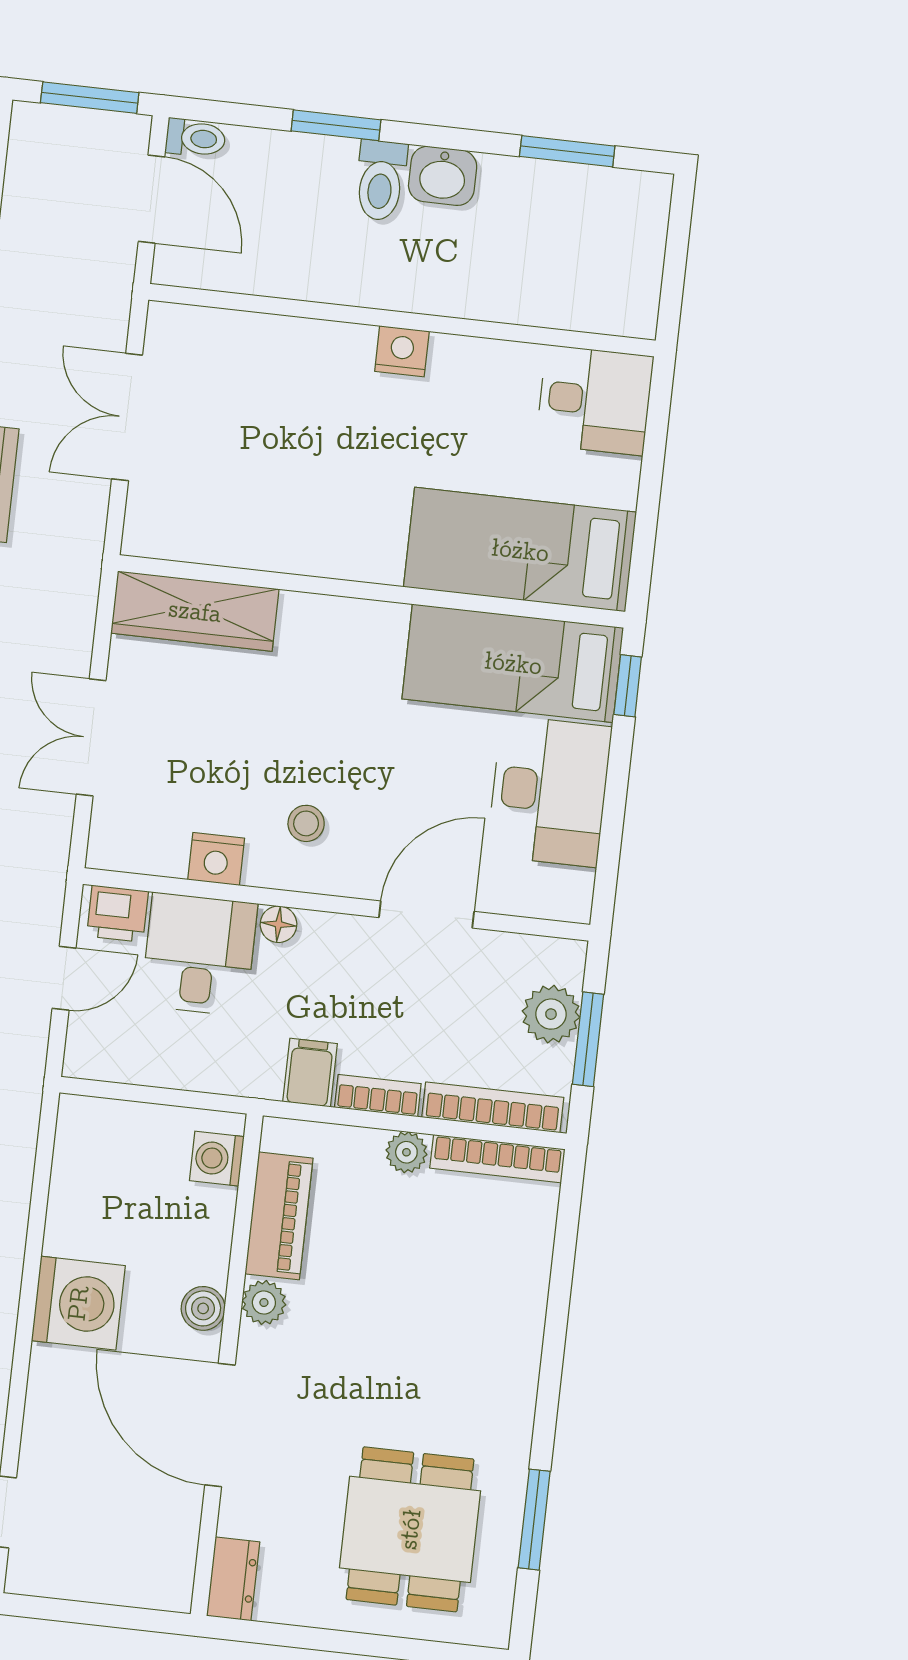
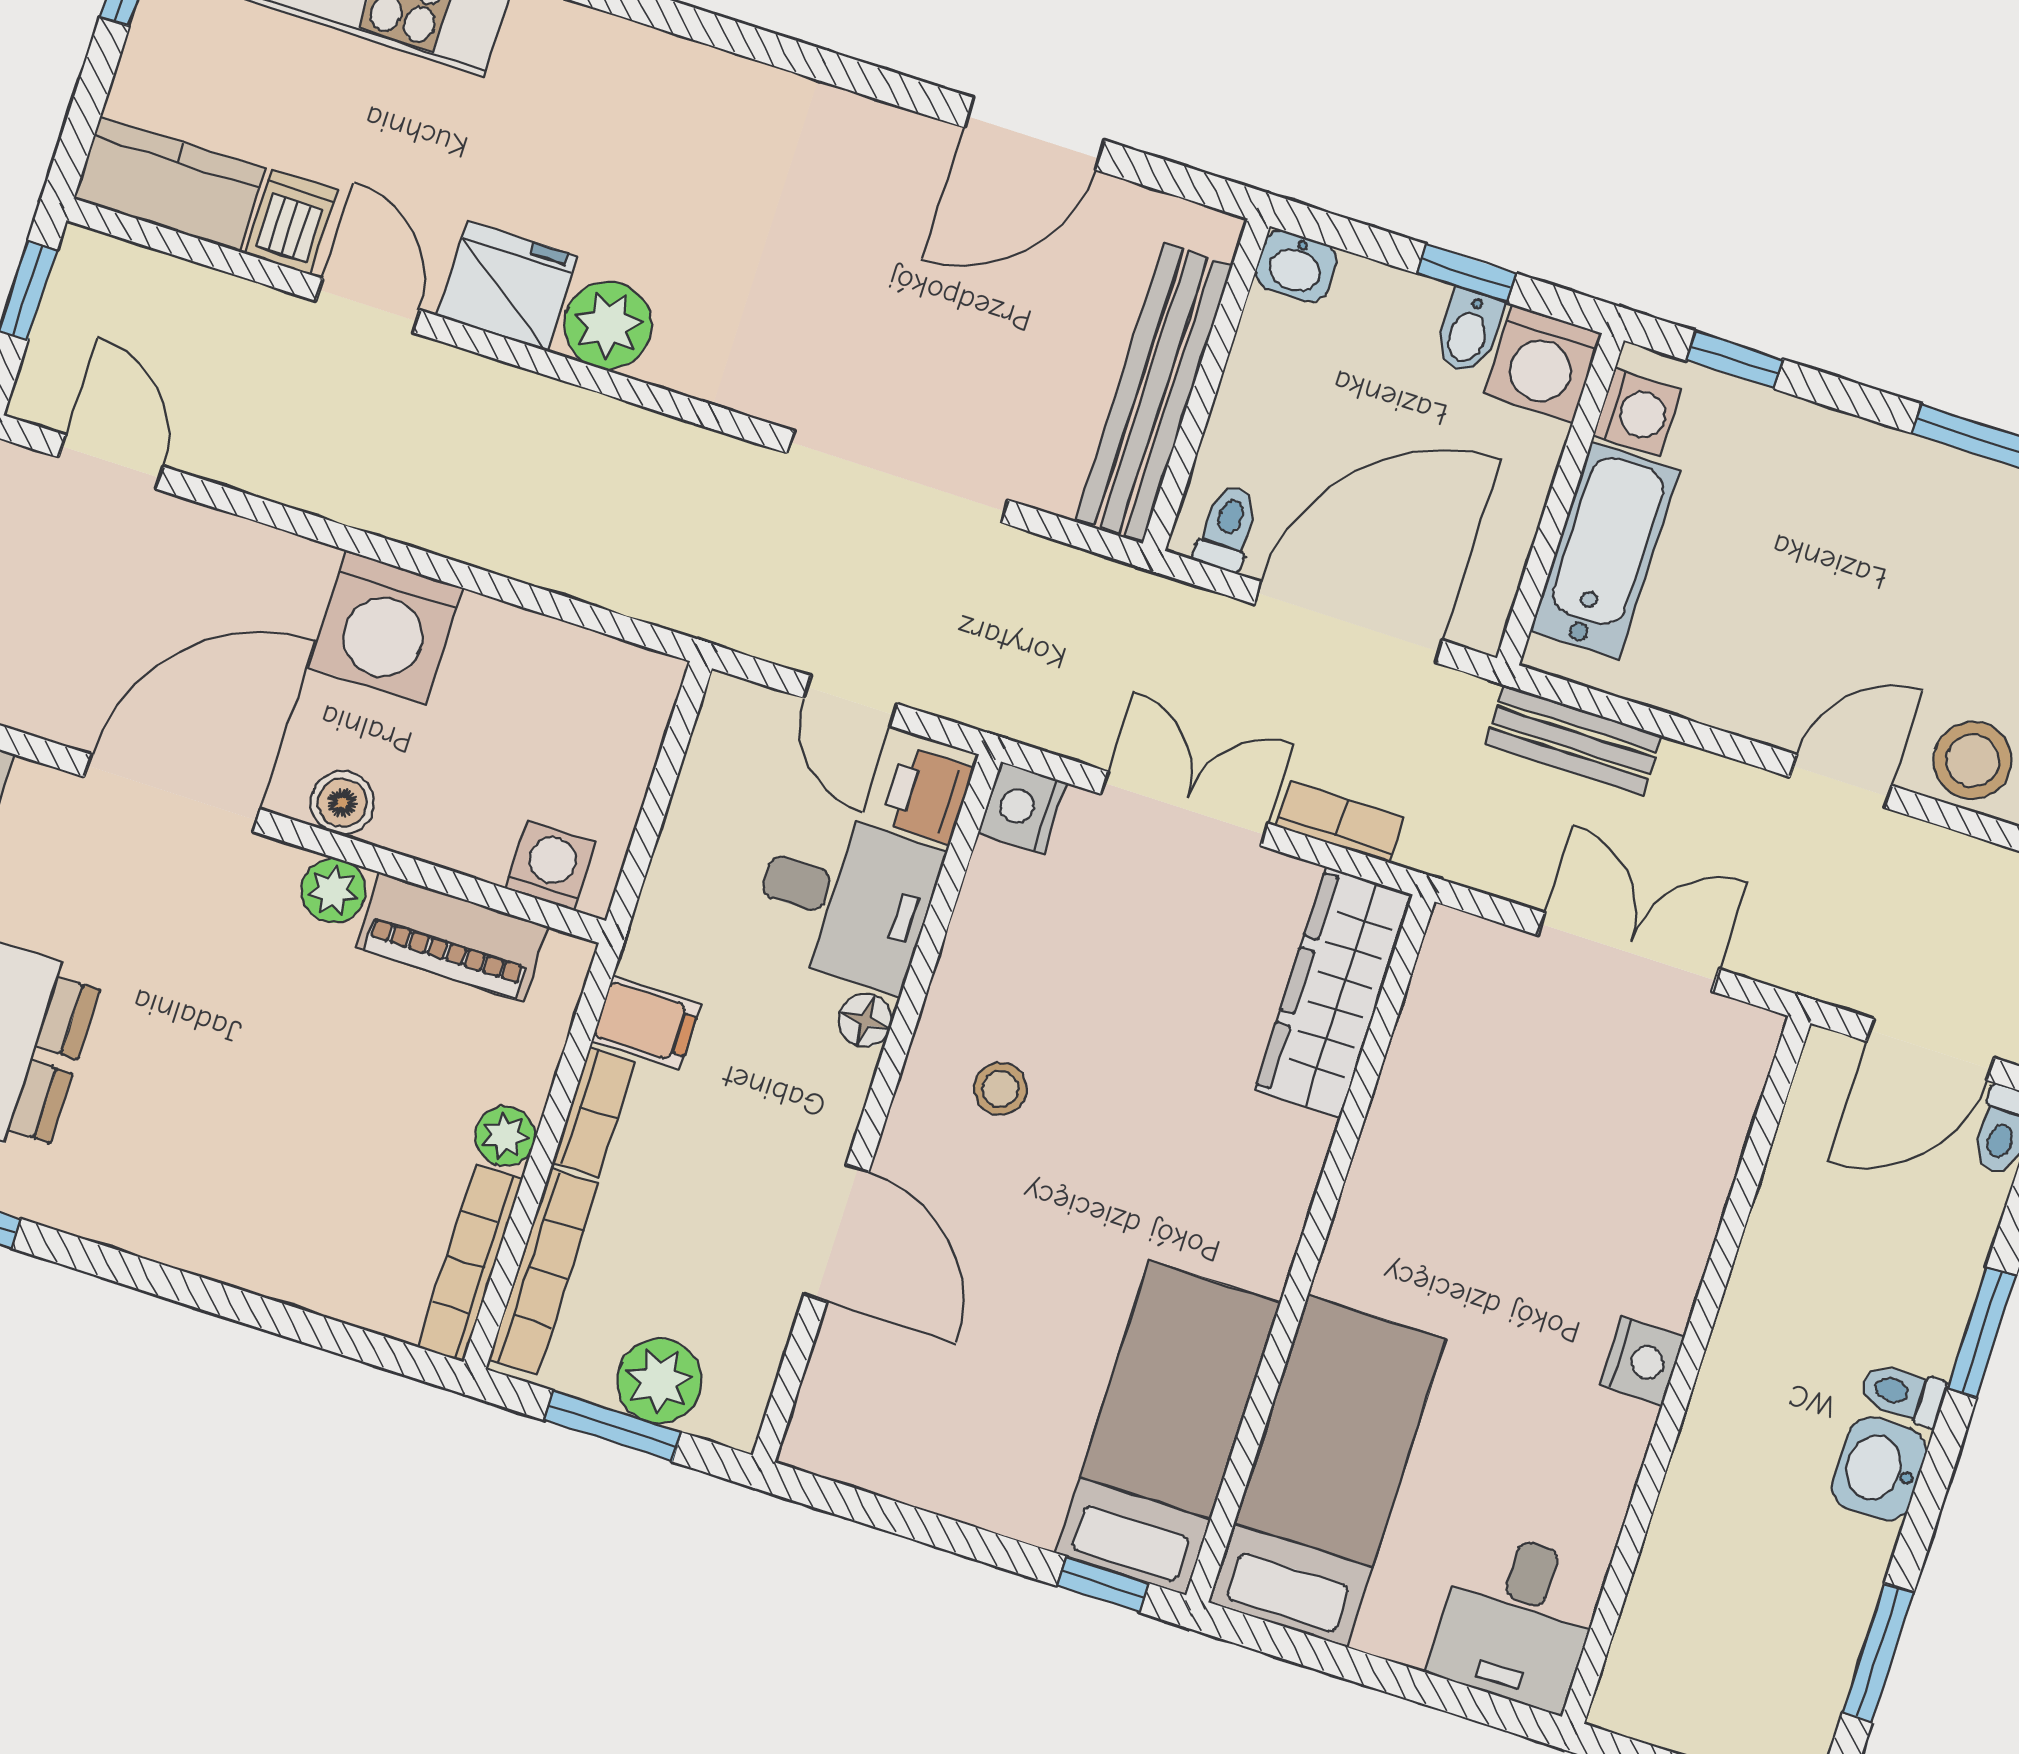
toilet: (381, 180) -> (1903, 1394), width x0.73, depth x0.72
bookcase: (79, 630) -> (1340, 822), added
desk: (549, 791) -> (976, 1443), removed
nightstand: (216, 859) -> (1022, 808), moved

